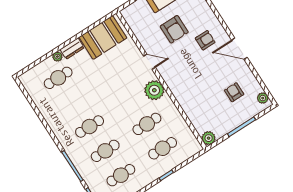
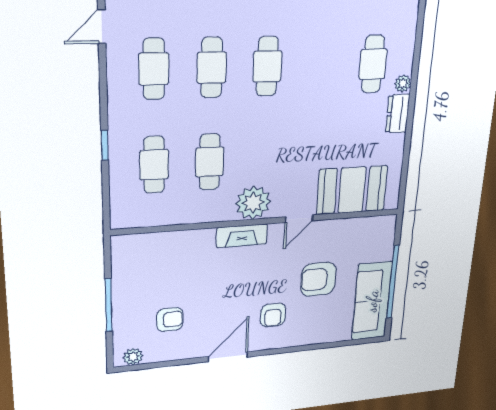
booth: (103, 38) -> (352, 190), moved, turned 90
fireplace: (173, 85) -> (242, 236), added
plant: (209, 138) -> (123, 246), removed

